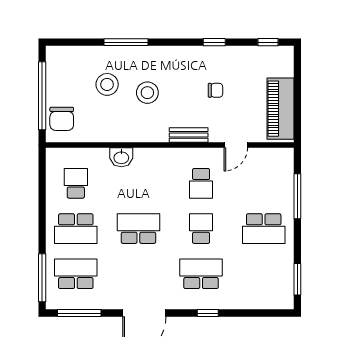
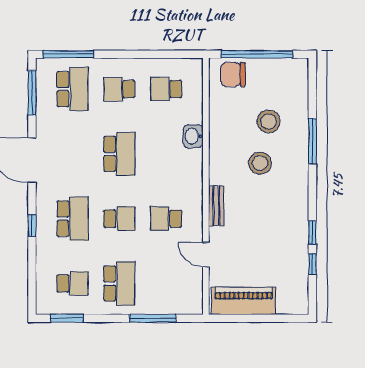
window: (268, 42) -> (312, 264), moved
chair: (215, 90) -> (262, 234), removed
school desk: (76, 183) -> (166, 89), turned 180
school desk: (76, 229) -> (119, 89), width x0.54
school desk: (264, 229) -> (119, 283), turned 180
school desk: (264, 274) -> (73, 283), added

